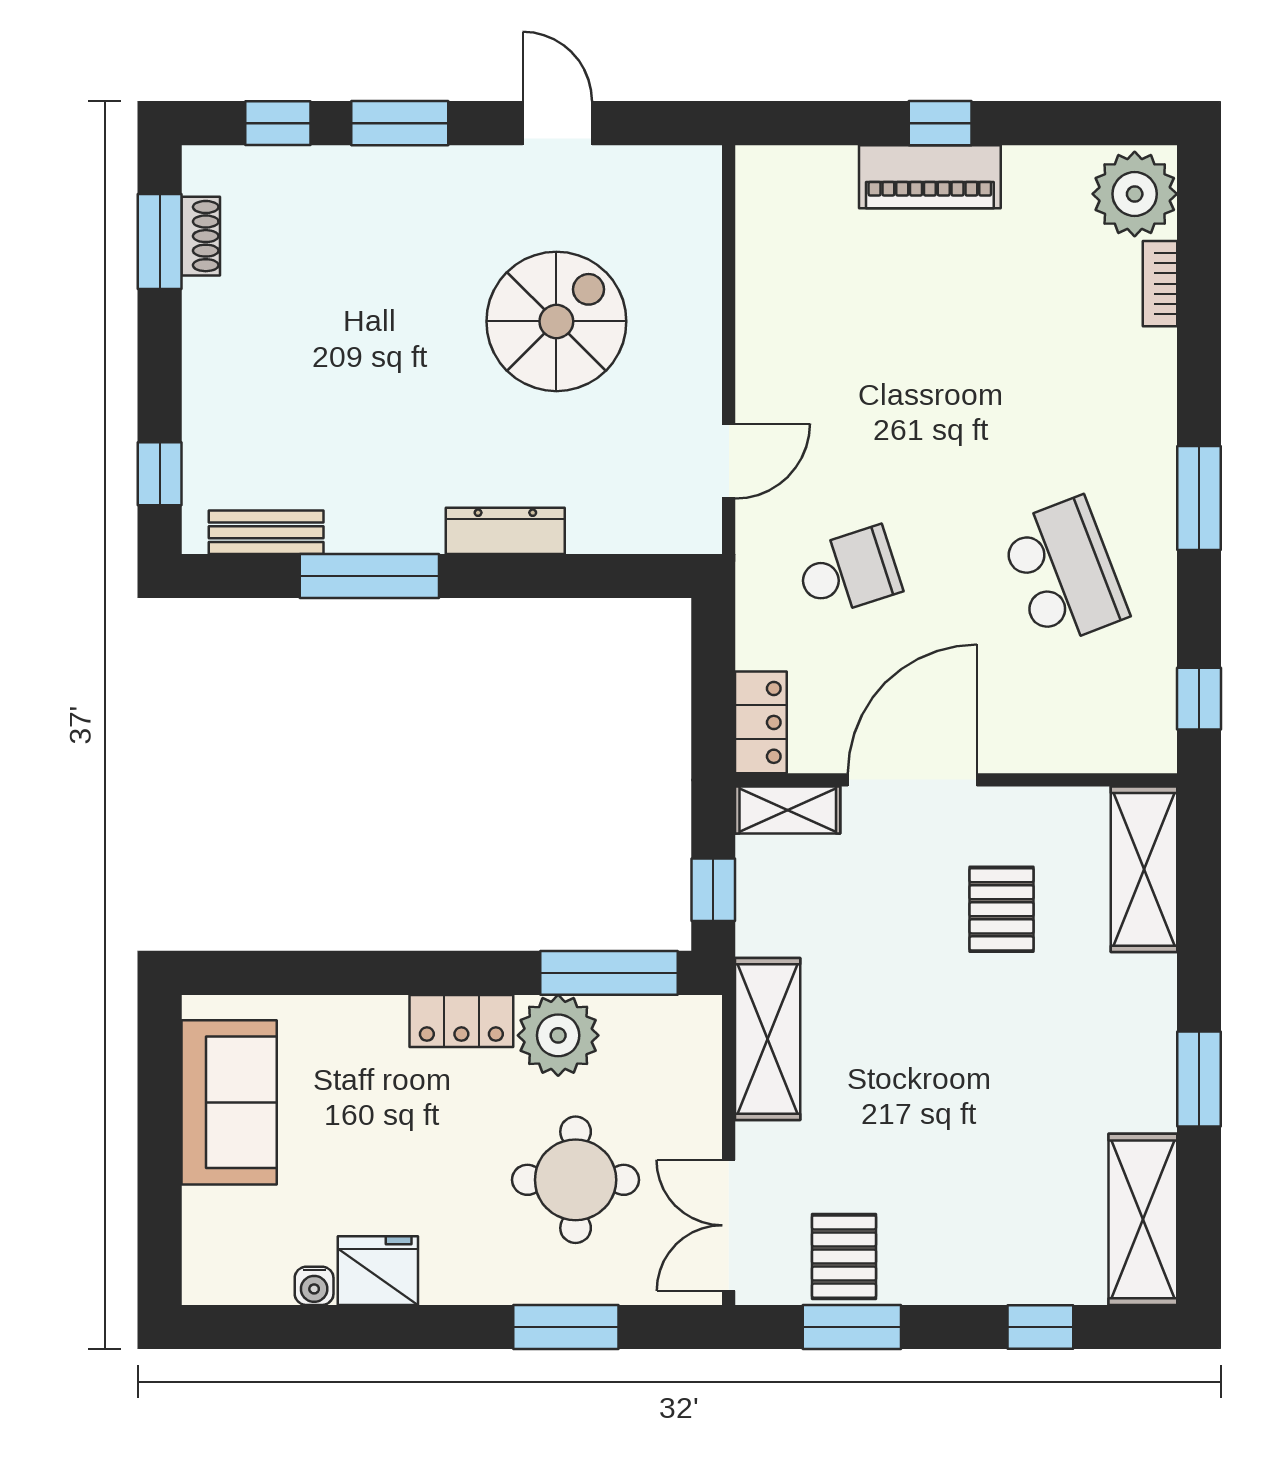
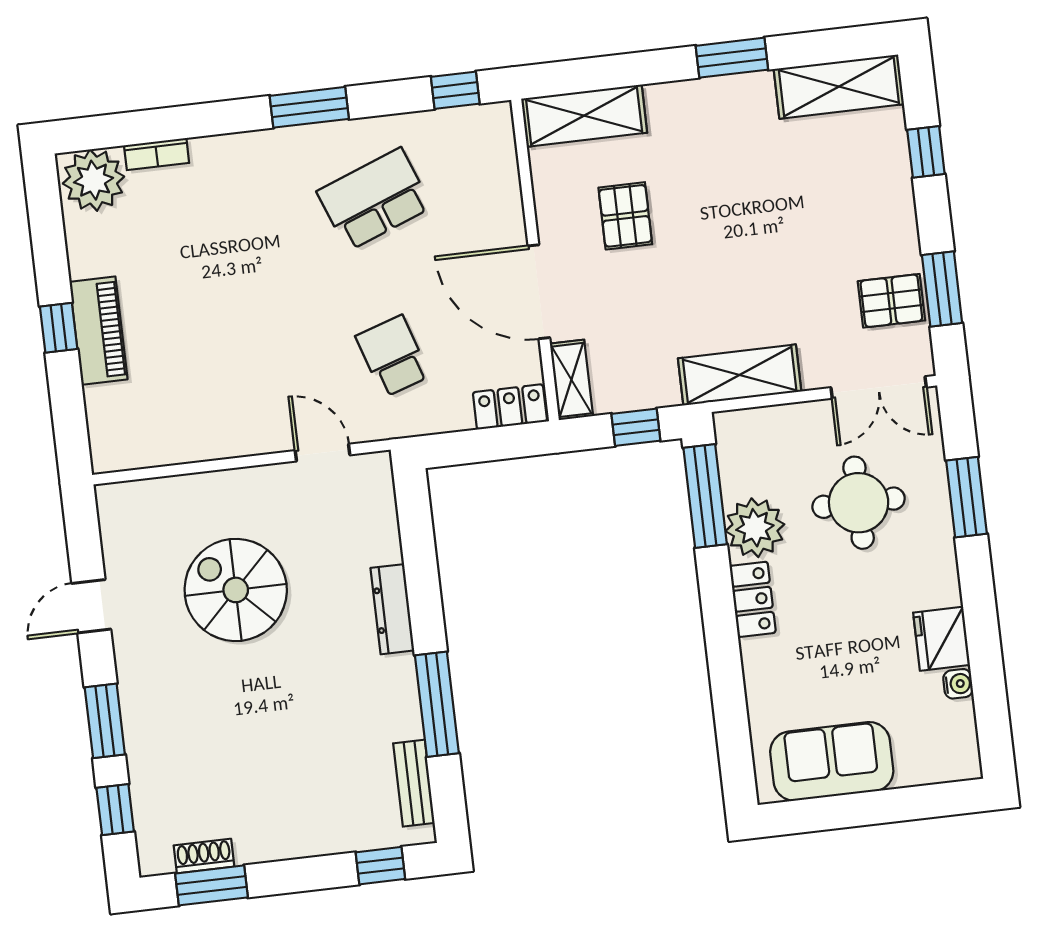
pallet: (1002, 909) -> (625, 216), turned 90

